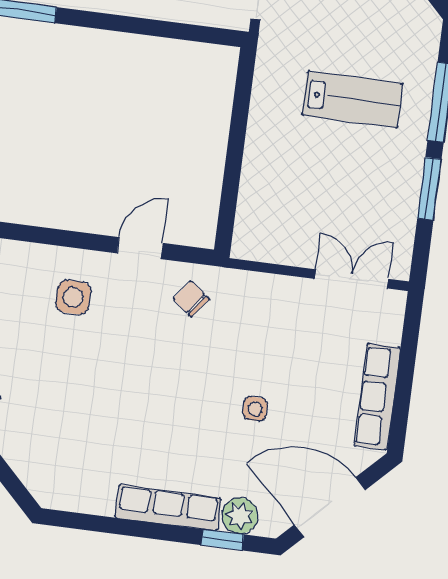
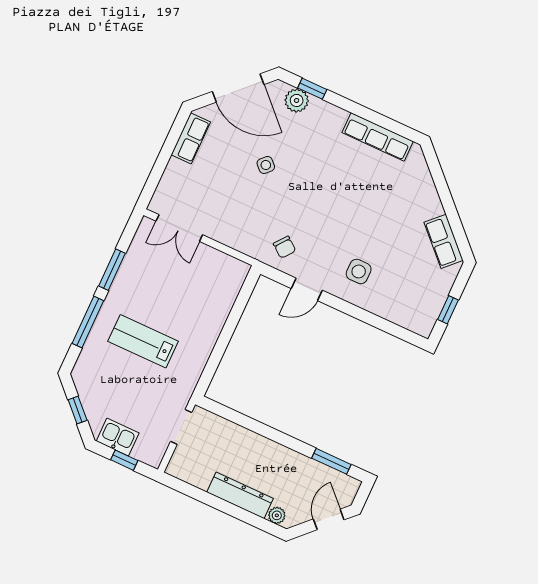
row of seats: (377, 397) -> (191, 138), width x0.68
side table: (255, 409) -> (266, 165), turned 45
row of seats: (168, 508) -> (378, 137), moved

